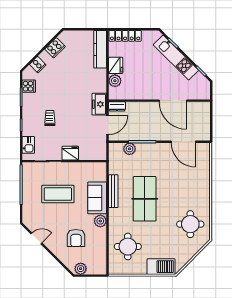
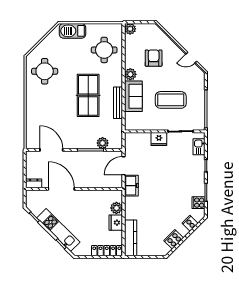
dresser: (117, 106) -> (34, 183), moved
trolley: (50, 118) -> (178, 172), removed
plant: (81, 269) -> (130, 29), moved

